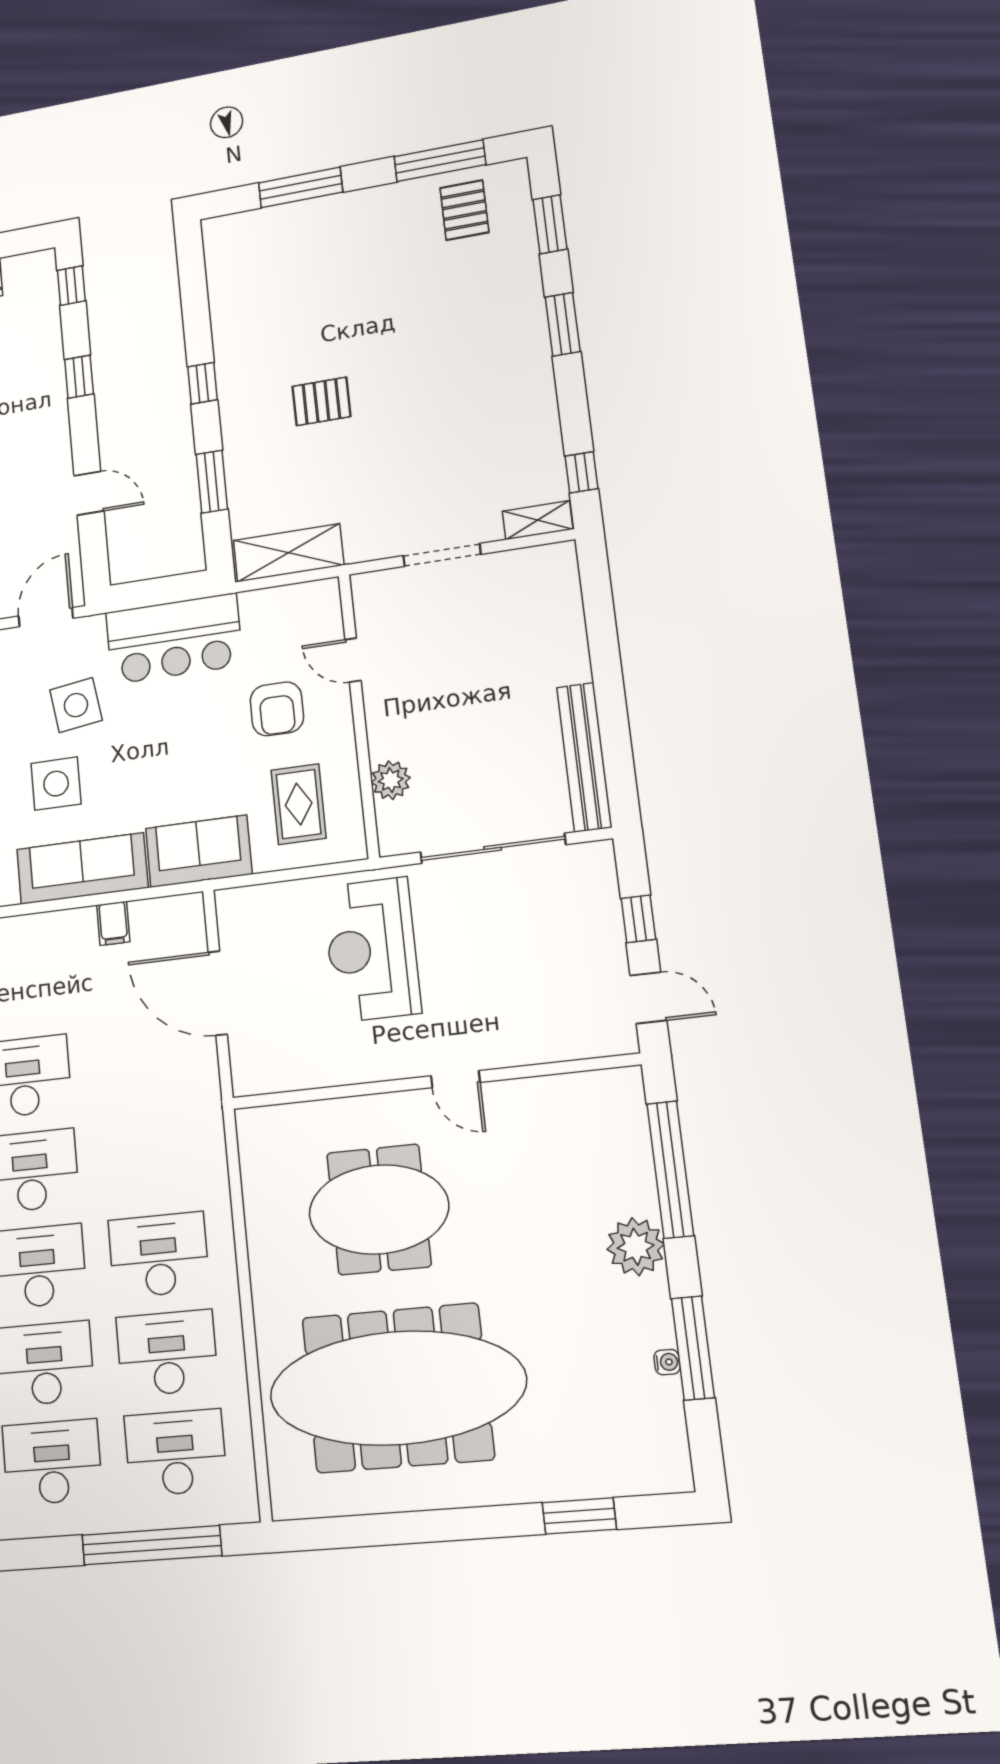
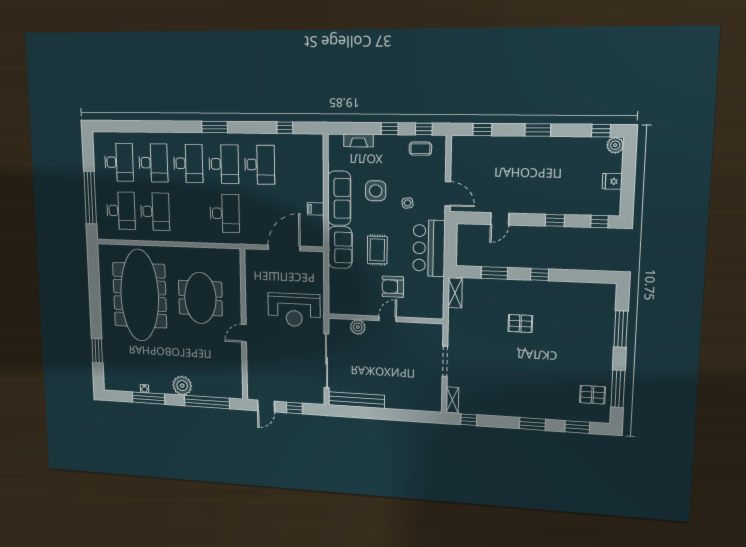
pallet: (321, 401) -> (520, 324), turned 90
shelving: (288, 553) -> (455, 293), width x0.67, depth x0.75
door: (353, 660) -> (388, 319), moved
side table: (76, 705) -> (407, 203), width x0.54, depth x0.54
rug: (299, 804) -> (377, 250), moved, turned 90
reception desk: (372, 950) -> (294, 310), turned 180
desk: (159, 1255) -> (225, 213), moved

